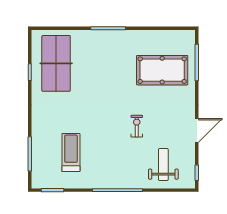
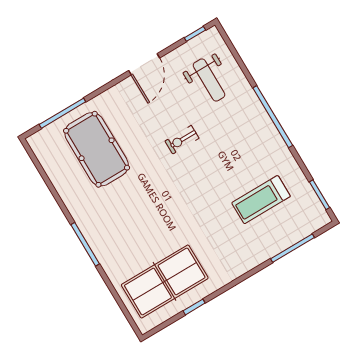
door: (197, 130) -> (144, 64), swing flipped
weight bench: (163, 165) -> (209, 80), turned -90

